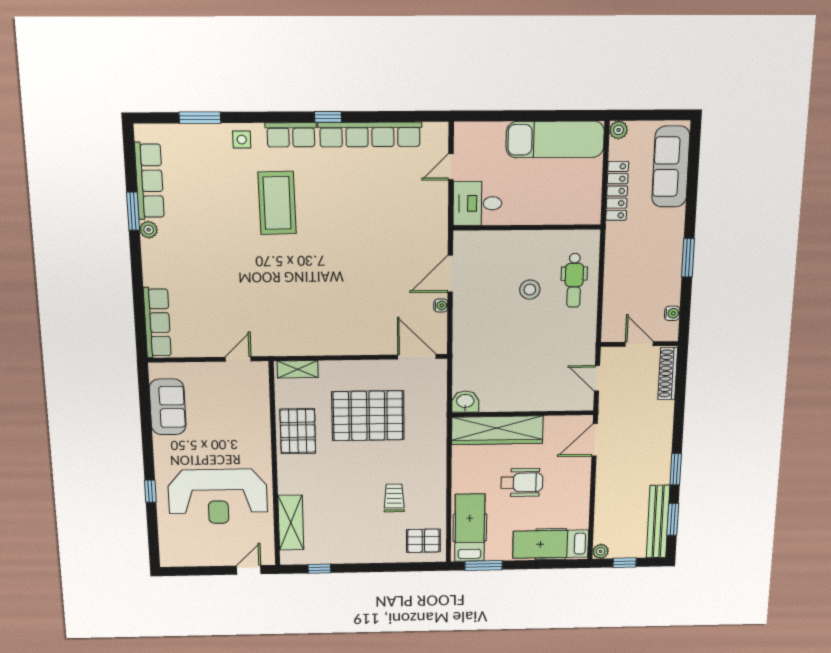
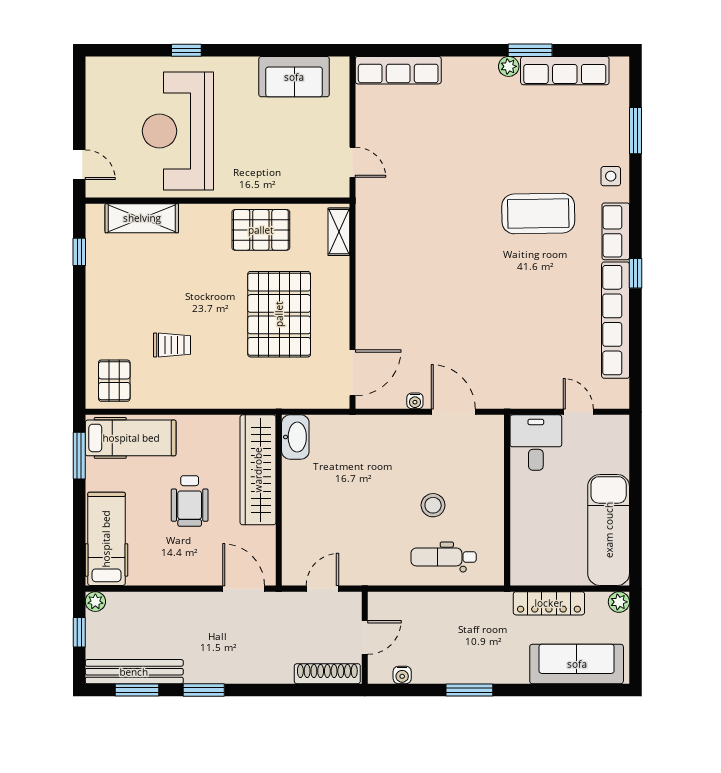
washbasin: (465, 402) -> (295, 437), width x1.38

